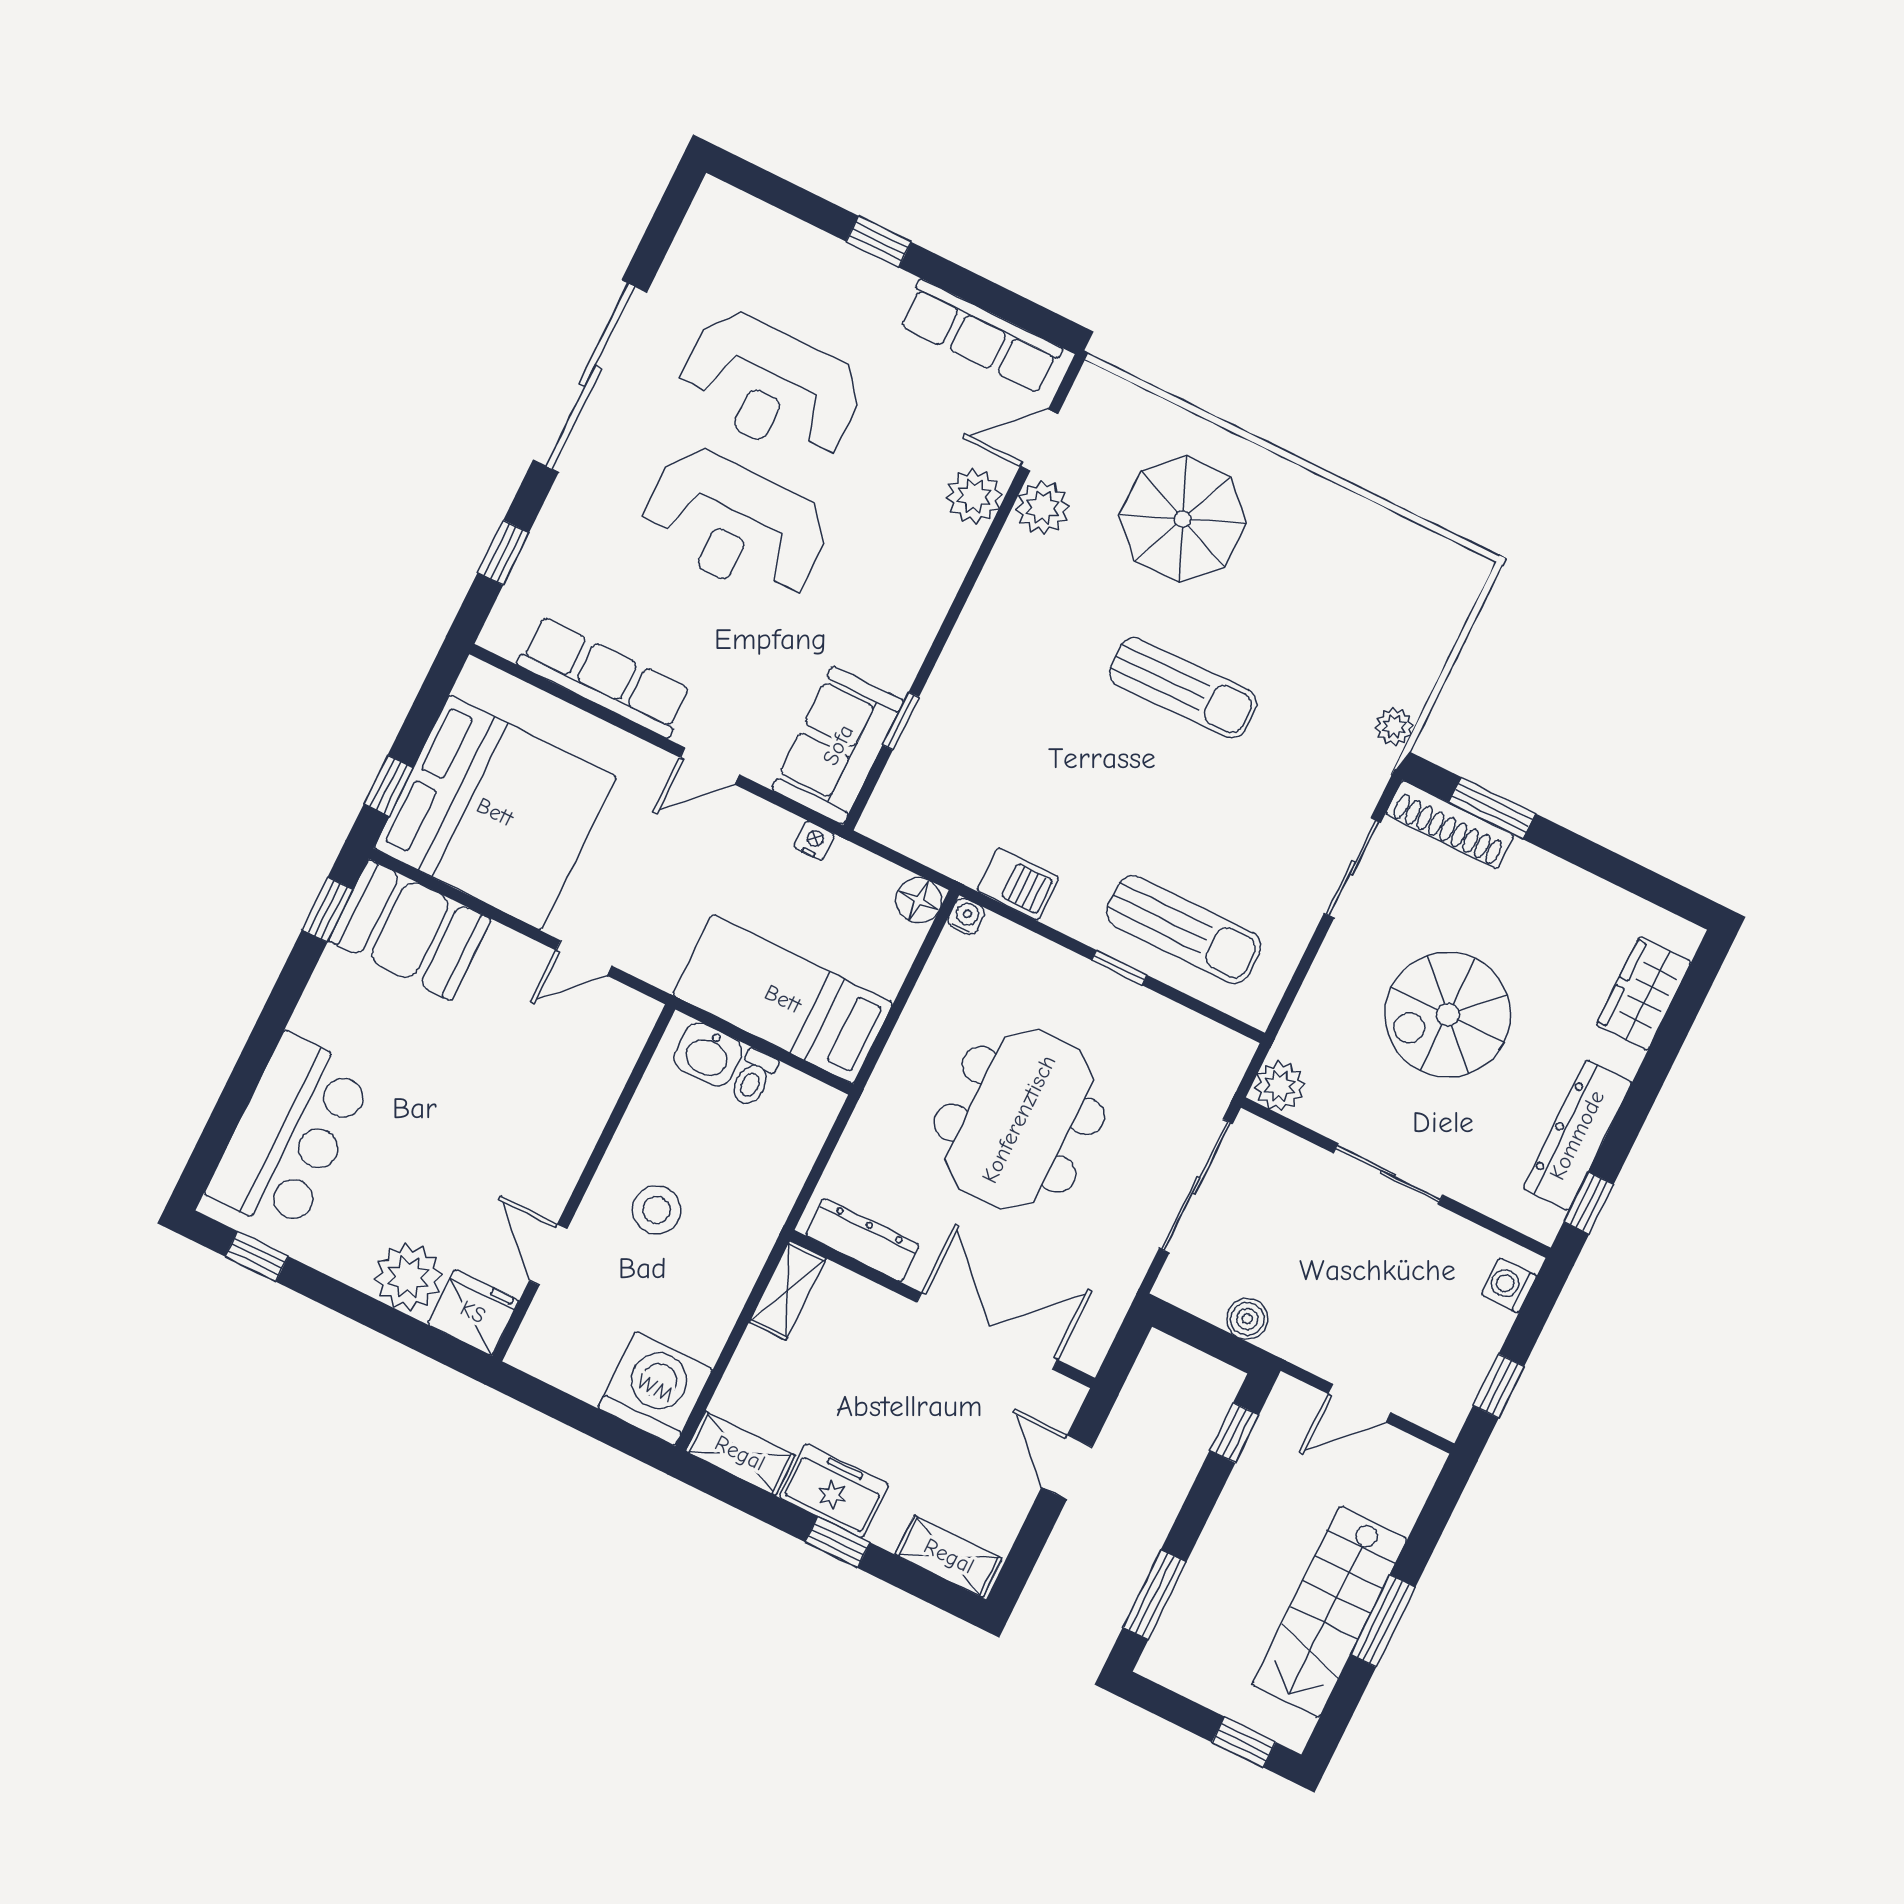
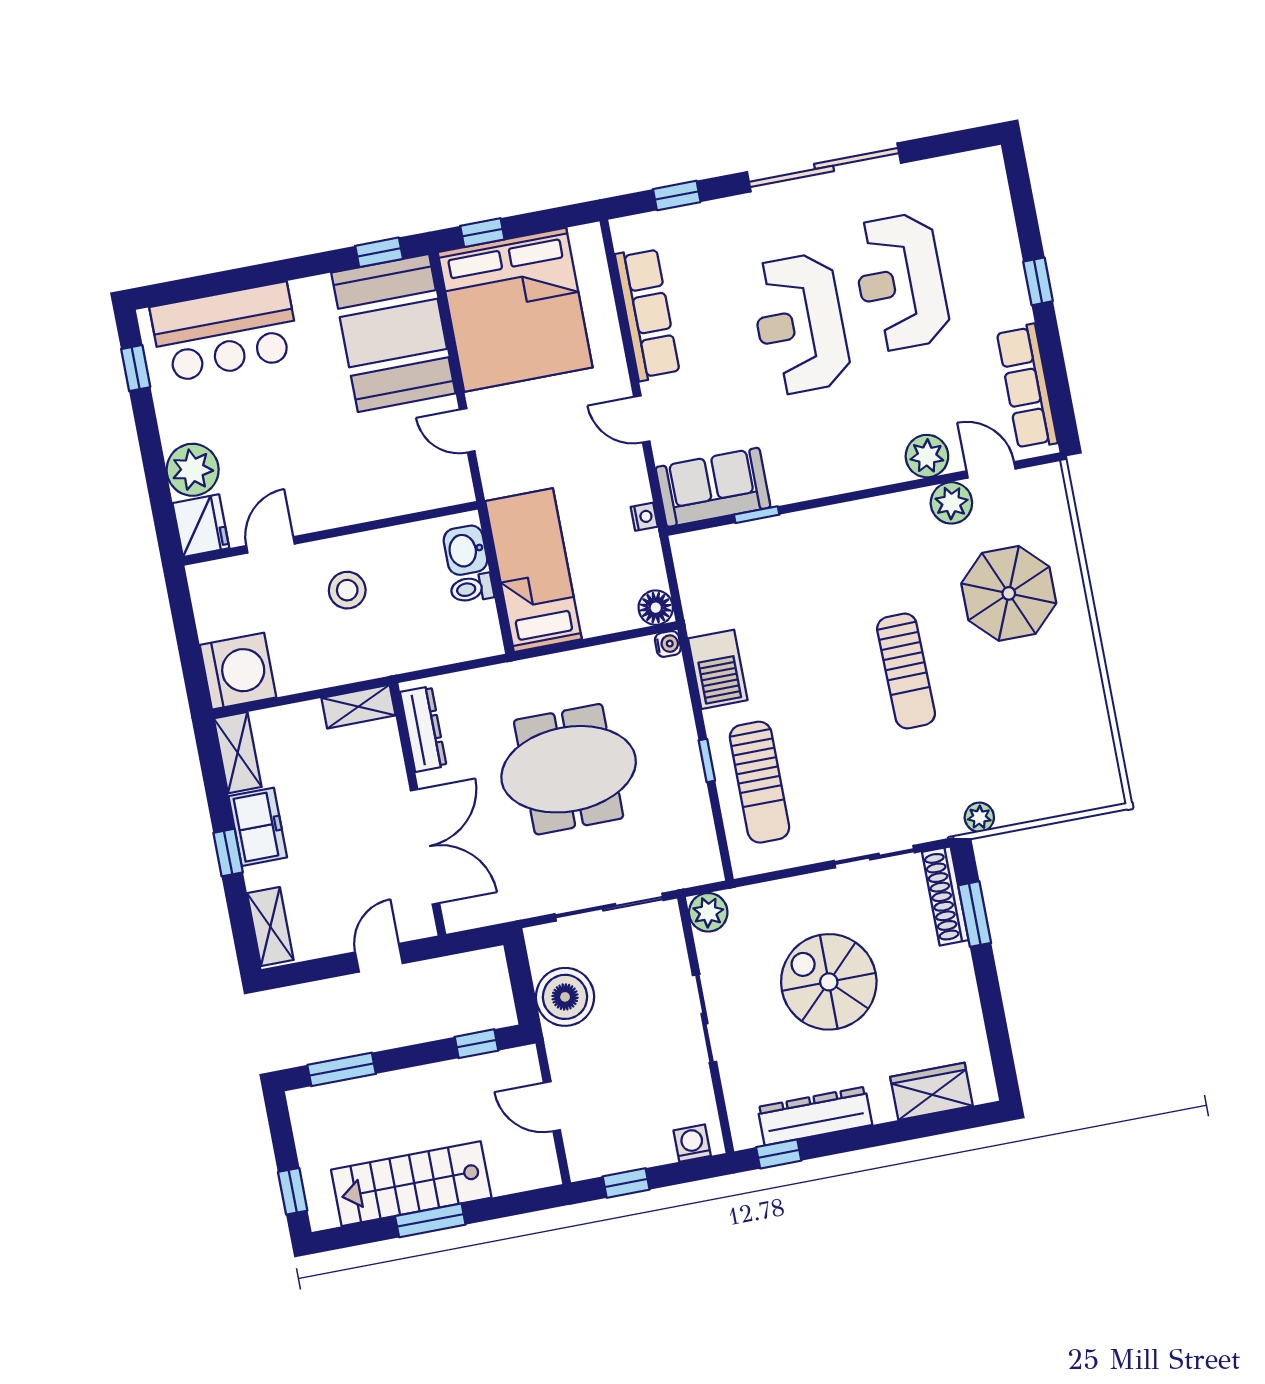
barbecue: (1018, 884) -> (718, 669), width x1.38, depth x1.27
booth: (410, 930) -> (393, 333), width x1.36, depth x1.42
boiler: (1247, 1319) -> (565, 997), width x1.86, depth x1.86

